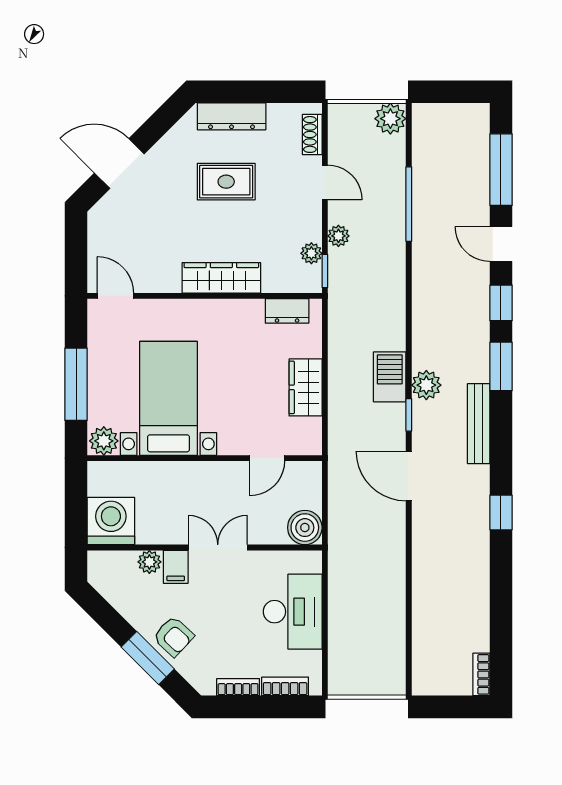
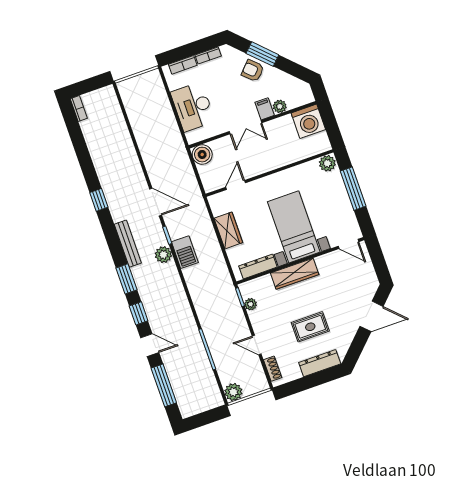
plant: (338, 236) -> (239, 319), removed
dresser: (287, 311) -> (258, 267), width x1.44
bed with nightstands: (169, 398) -> (294, 227), moved, turned 180

